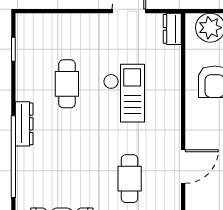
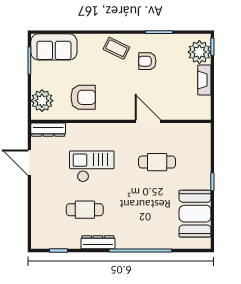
dresser: (172, 29) -> (48, 130), width x1.44
dresser: (24, 124) -> (98, 242), moved

